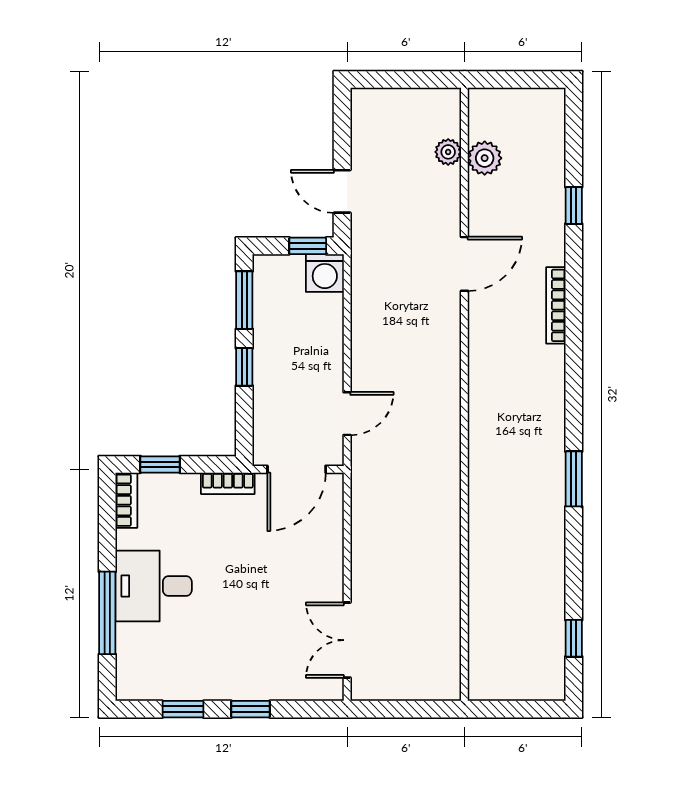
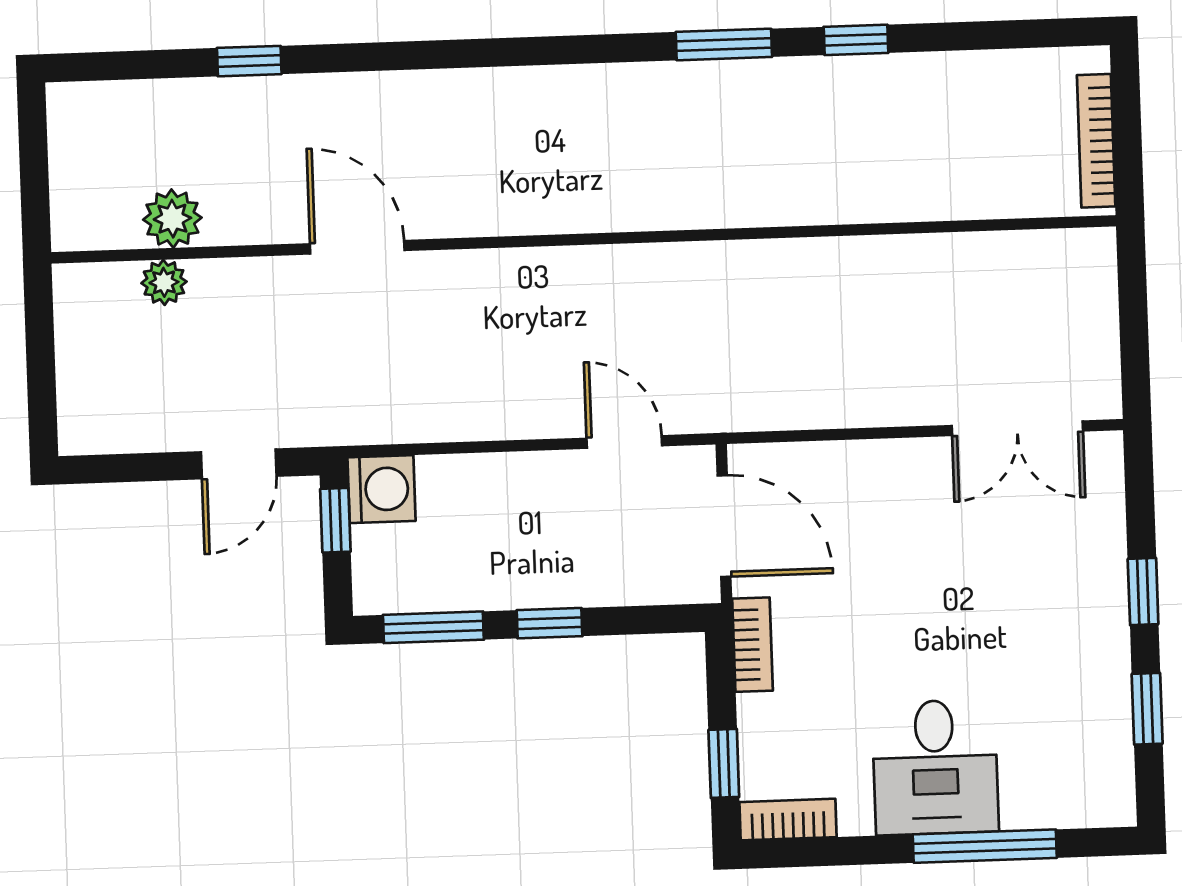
bookcase: (556, 305) -> (1096, 141), moved, turned 90
window: (574, 638) -> (856, 40), moved

